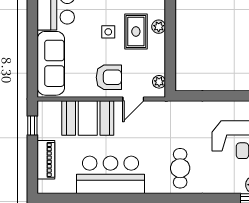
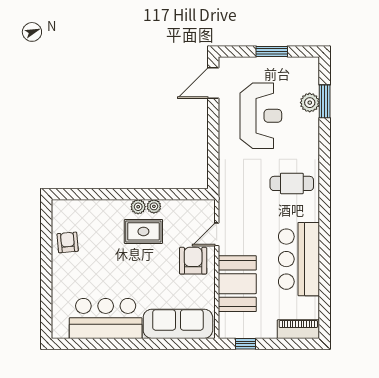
side table: (108, 32) -> (144, 261), removed
plant: (159, 82) -> (154, 206), moved
door: (133, 99) -> (217, 234), swing flipped
piano: (46, 160) -> (298, 329), moved

